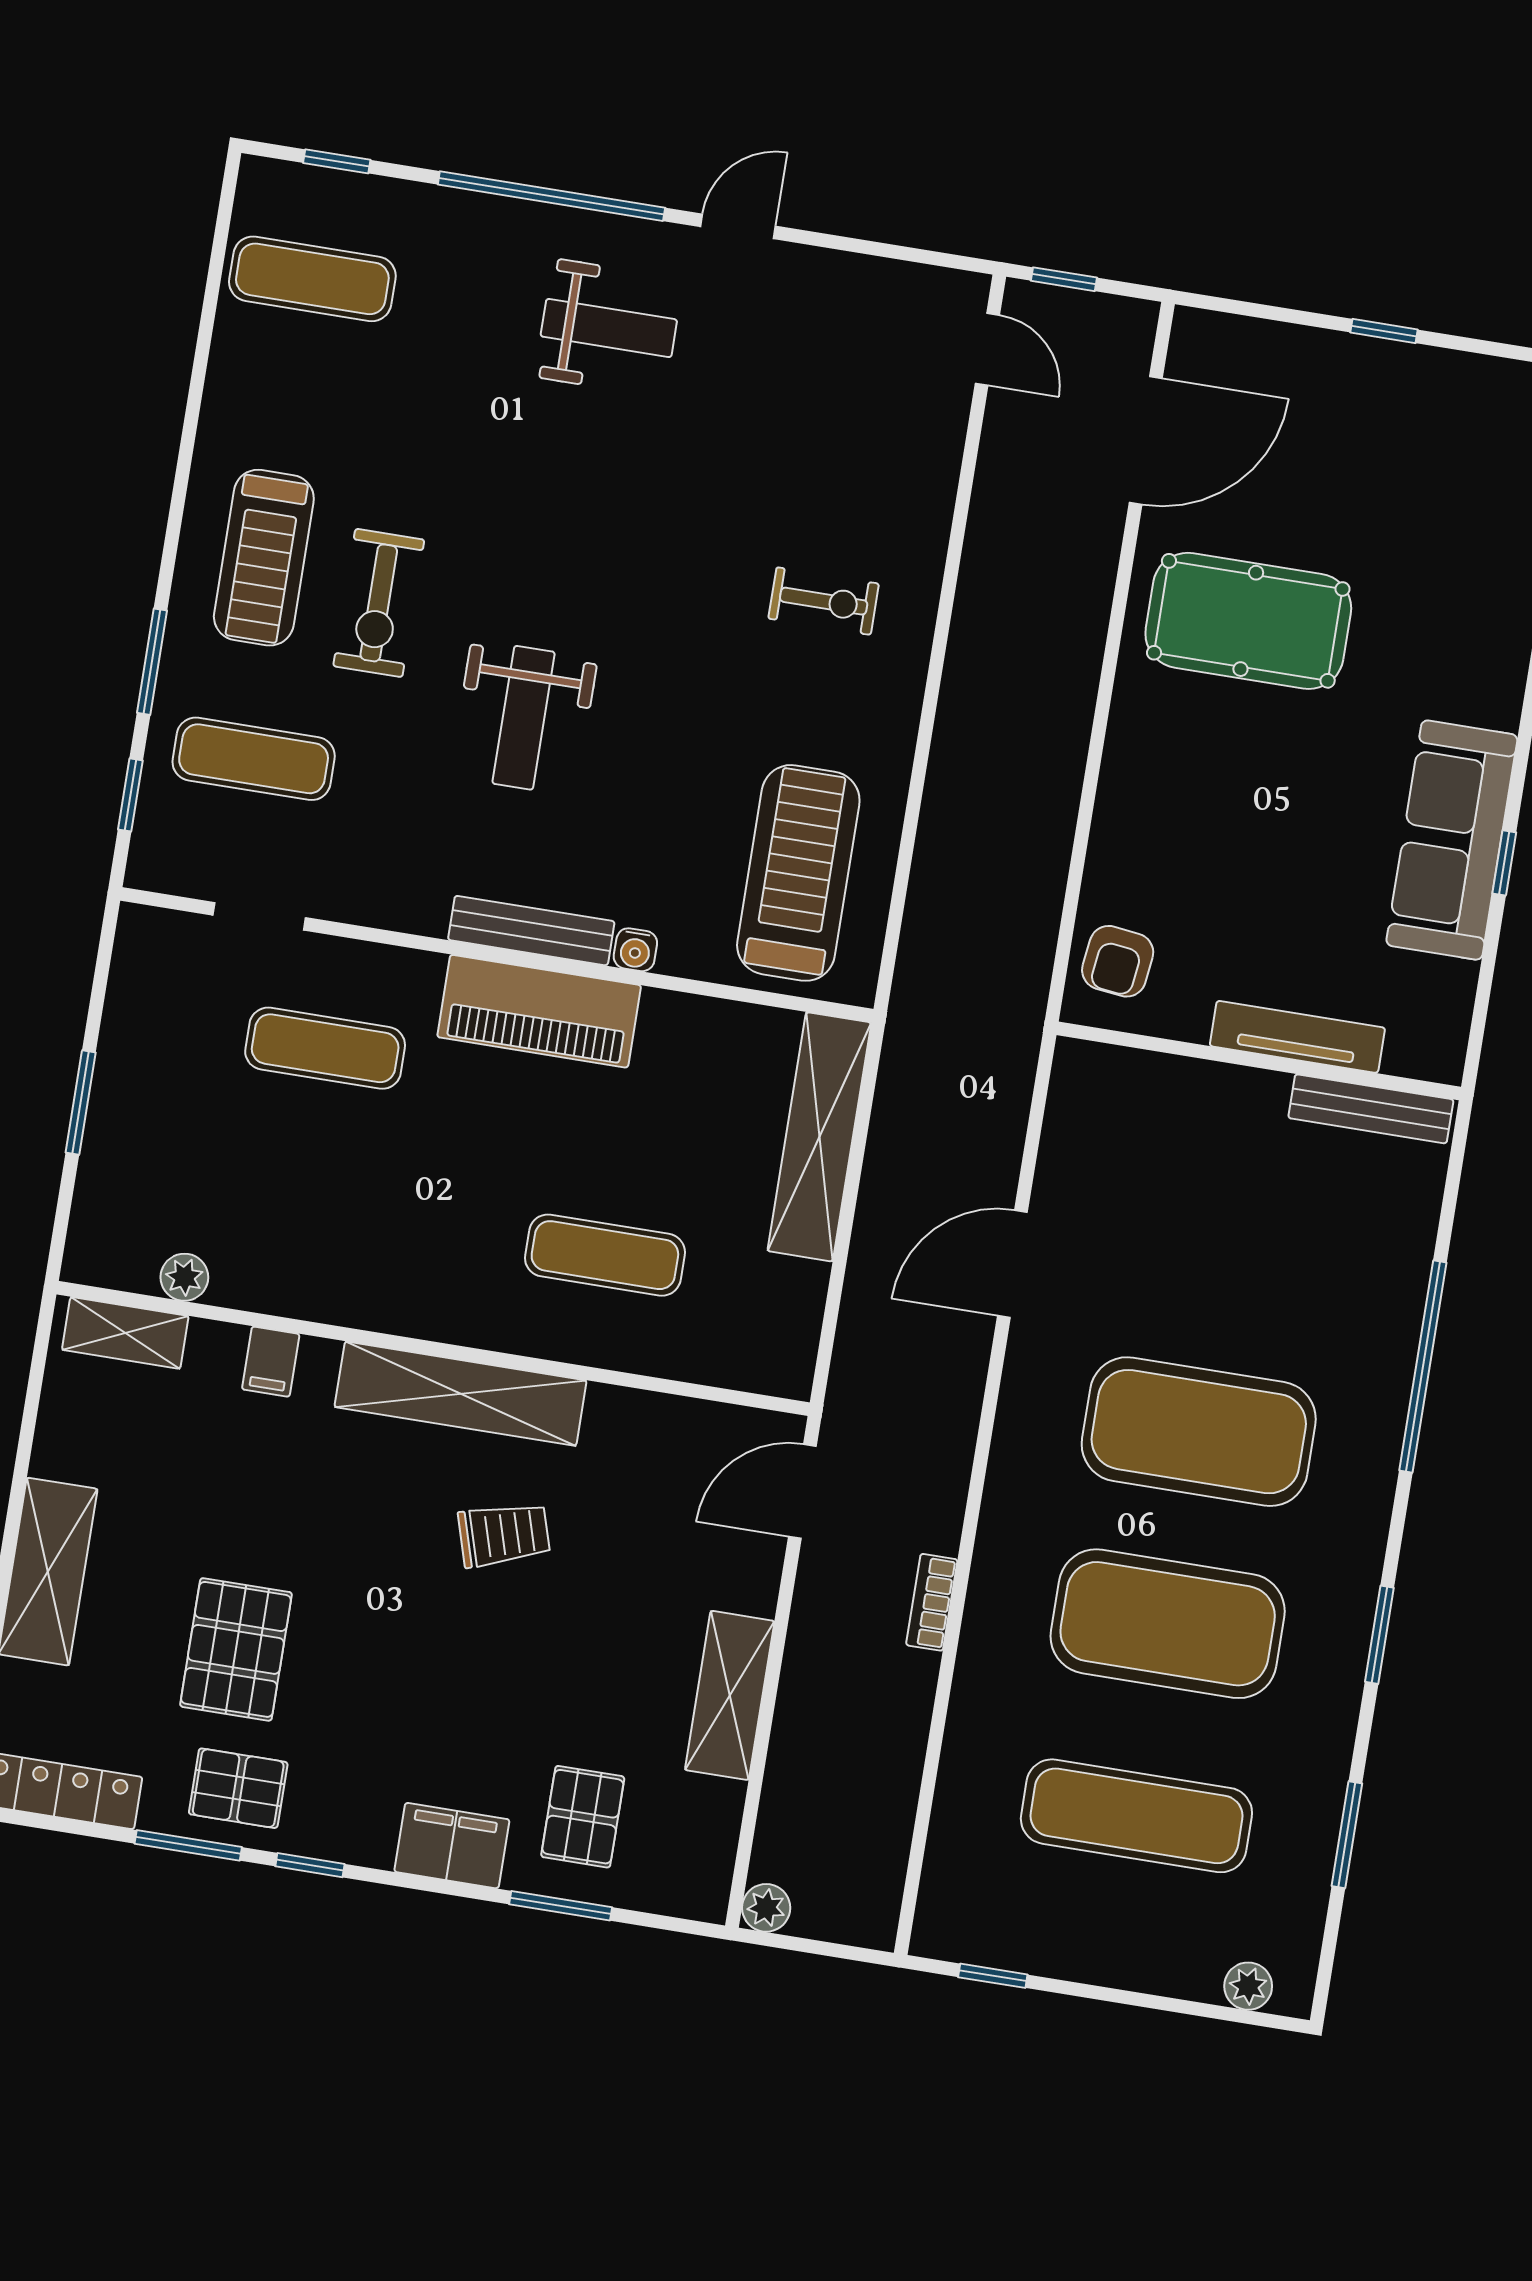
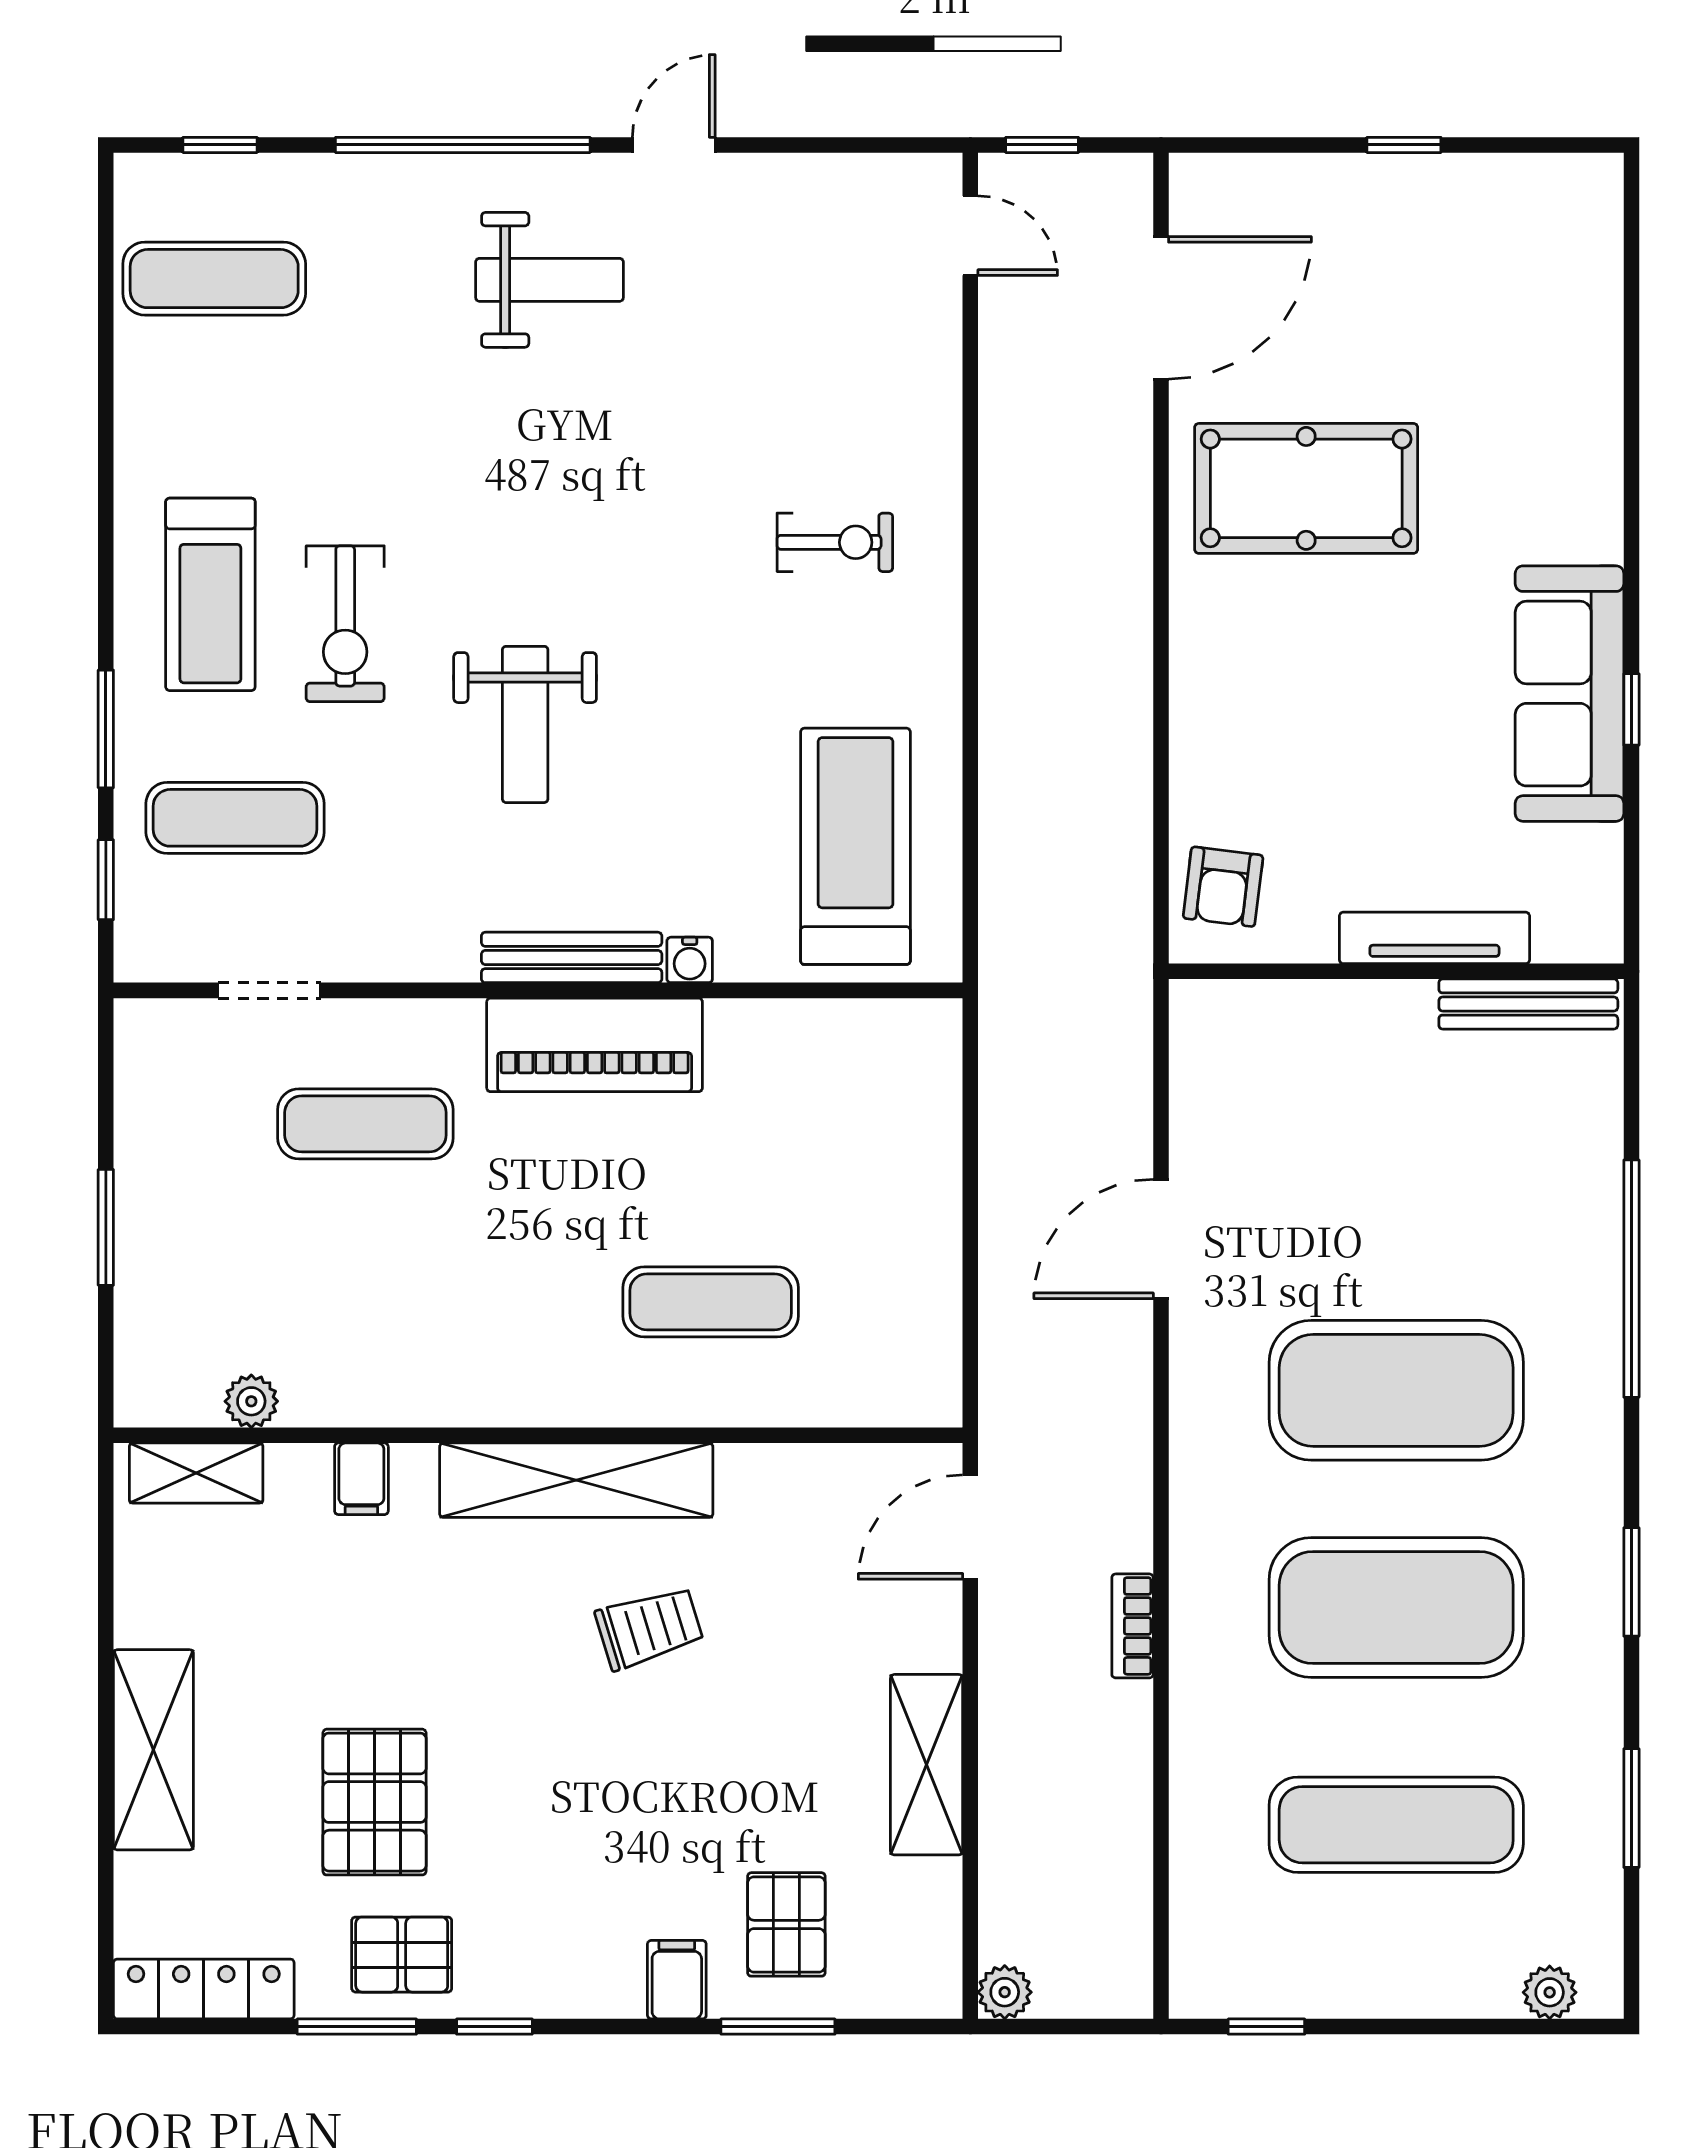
shelving: (819, 1137) -> (926, 1133), removed
filing cabinet: (452, 1846) -> (677, 1980), width x0.50

